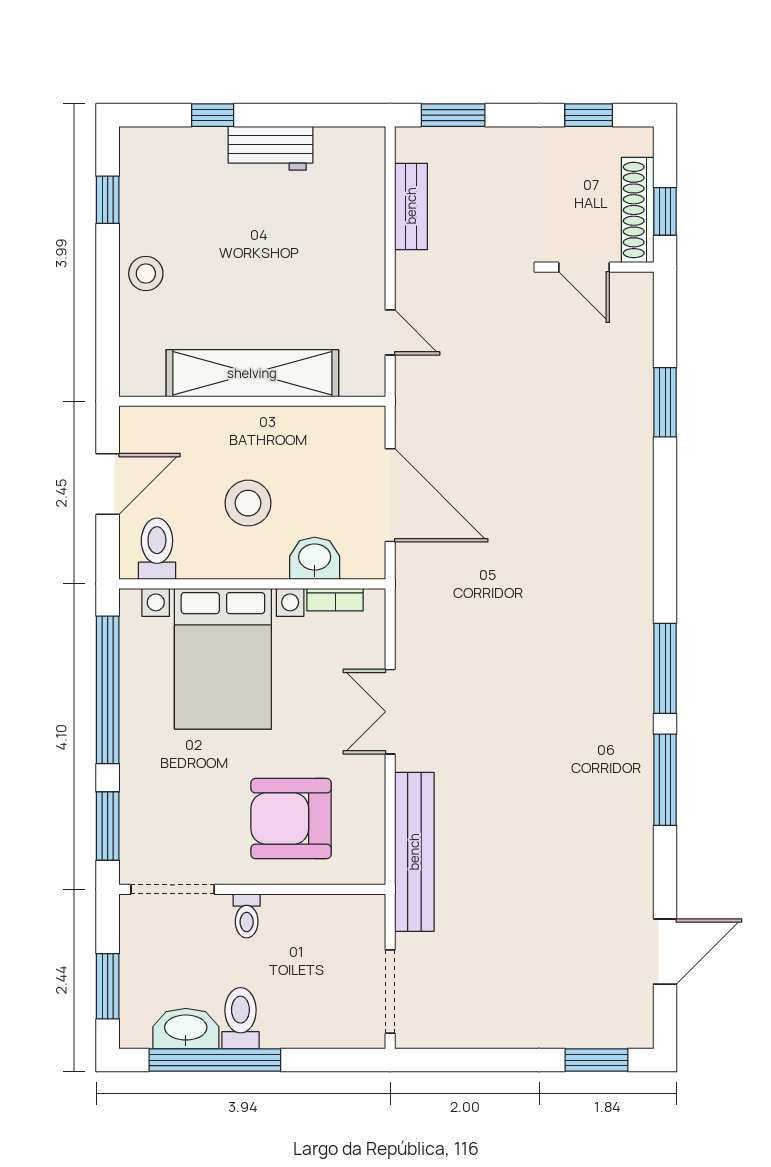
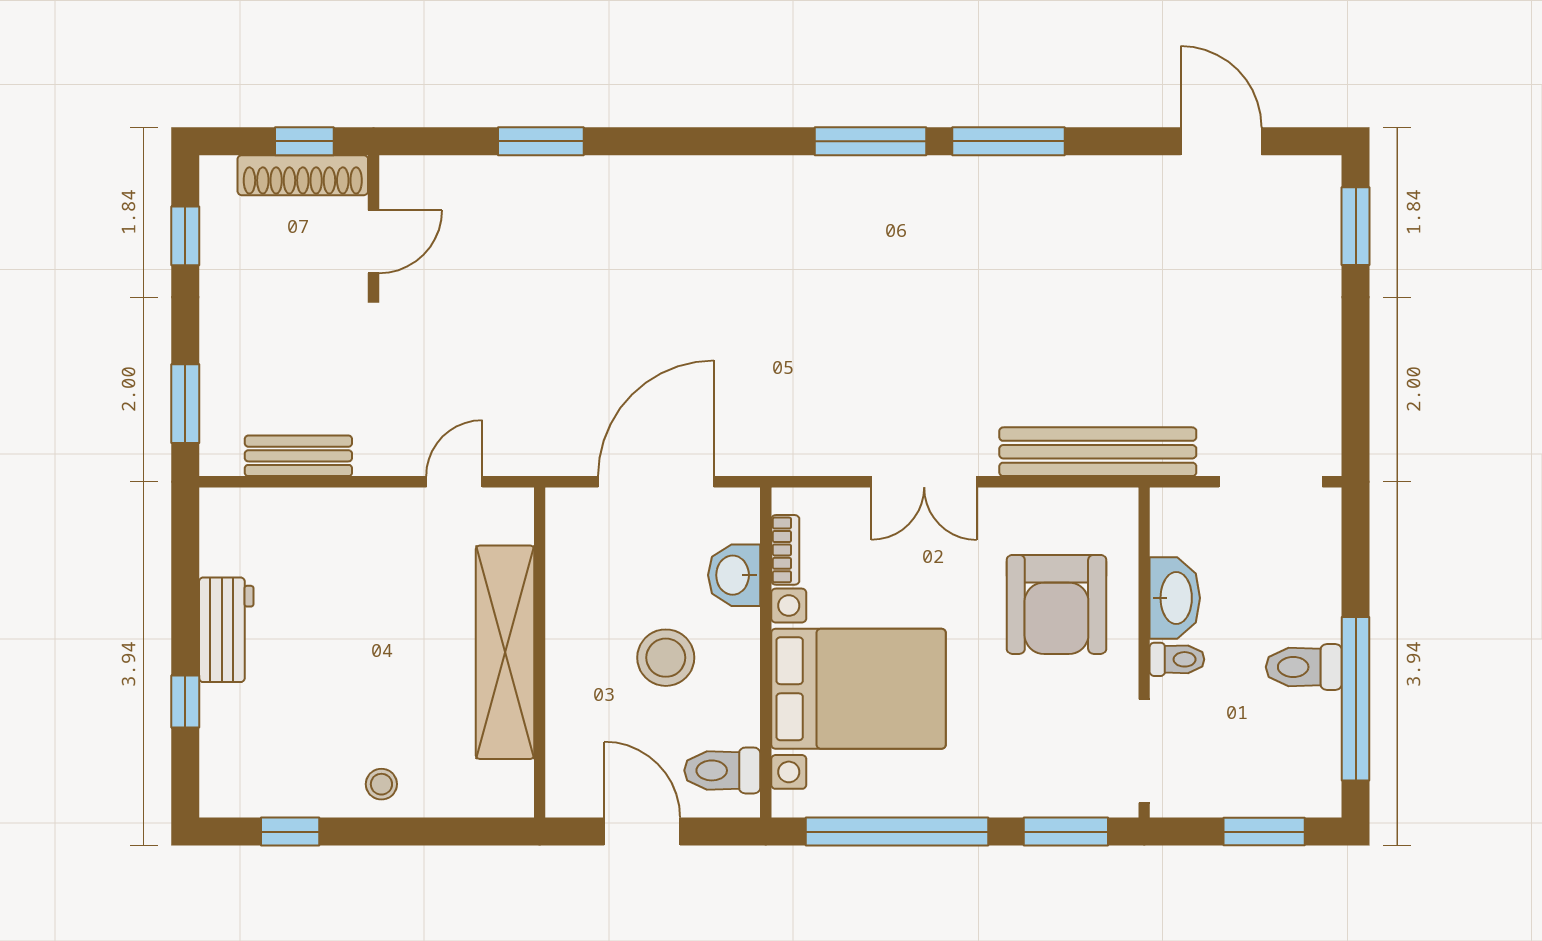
stool: (146, 273) -> (381, 784), width x0.73, depth x0.73
washbasin: (186, 1029) -> (1175, 598), moved, turned 180

